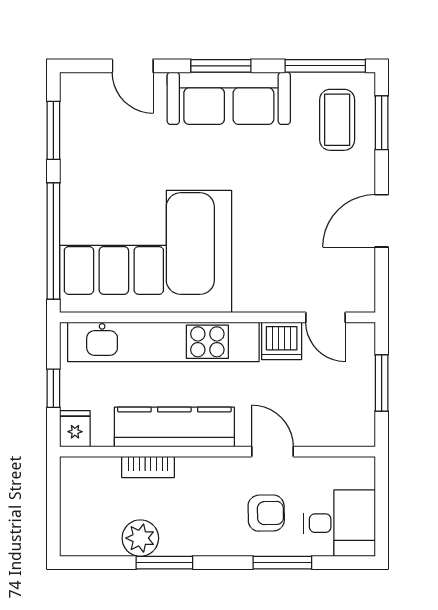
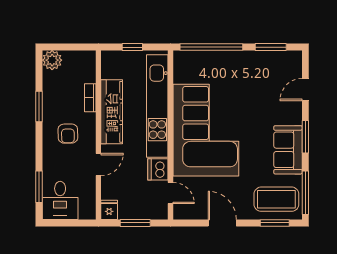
sofa: (229, 98) -> (288, 150), width x0.73
coffee table: (337, 120) -> (276, 199), width x1.36, depth x1.32
corner sofa: (146, 251) -> (206, 130), moved
door: (325, 317) -> (170, 193), swing flipped
fridge: (75, 429) -> (109, 210), moved, turned -90
armchair: (266, 513) -> (68, 134), moved
plant: (140, 538) -> (52, 60), moved
window: (282, 563) -> (39, 187), moved

